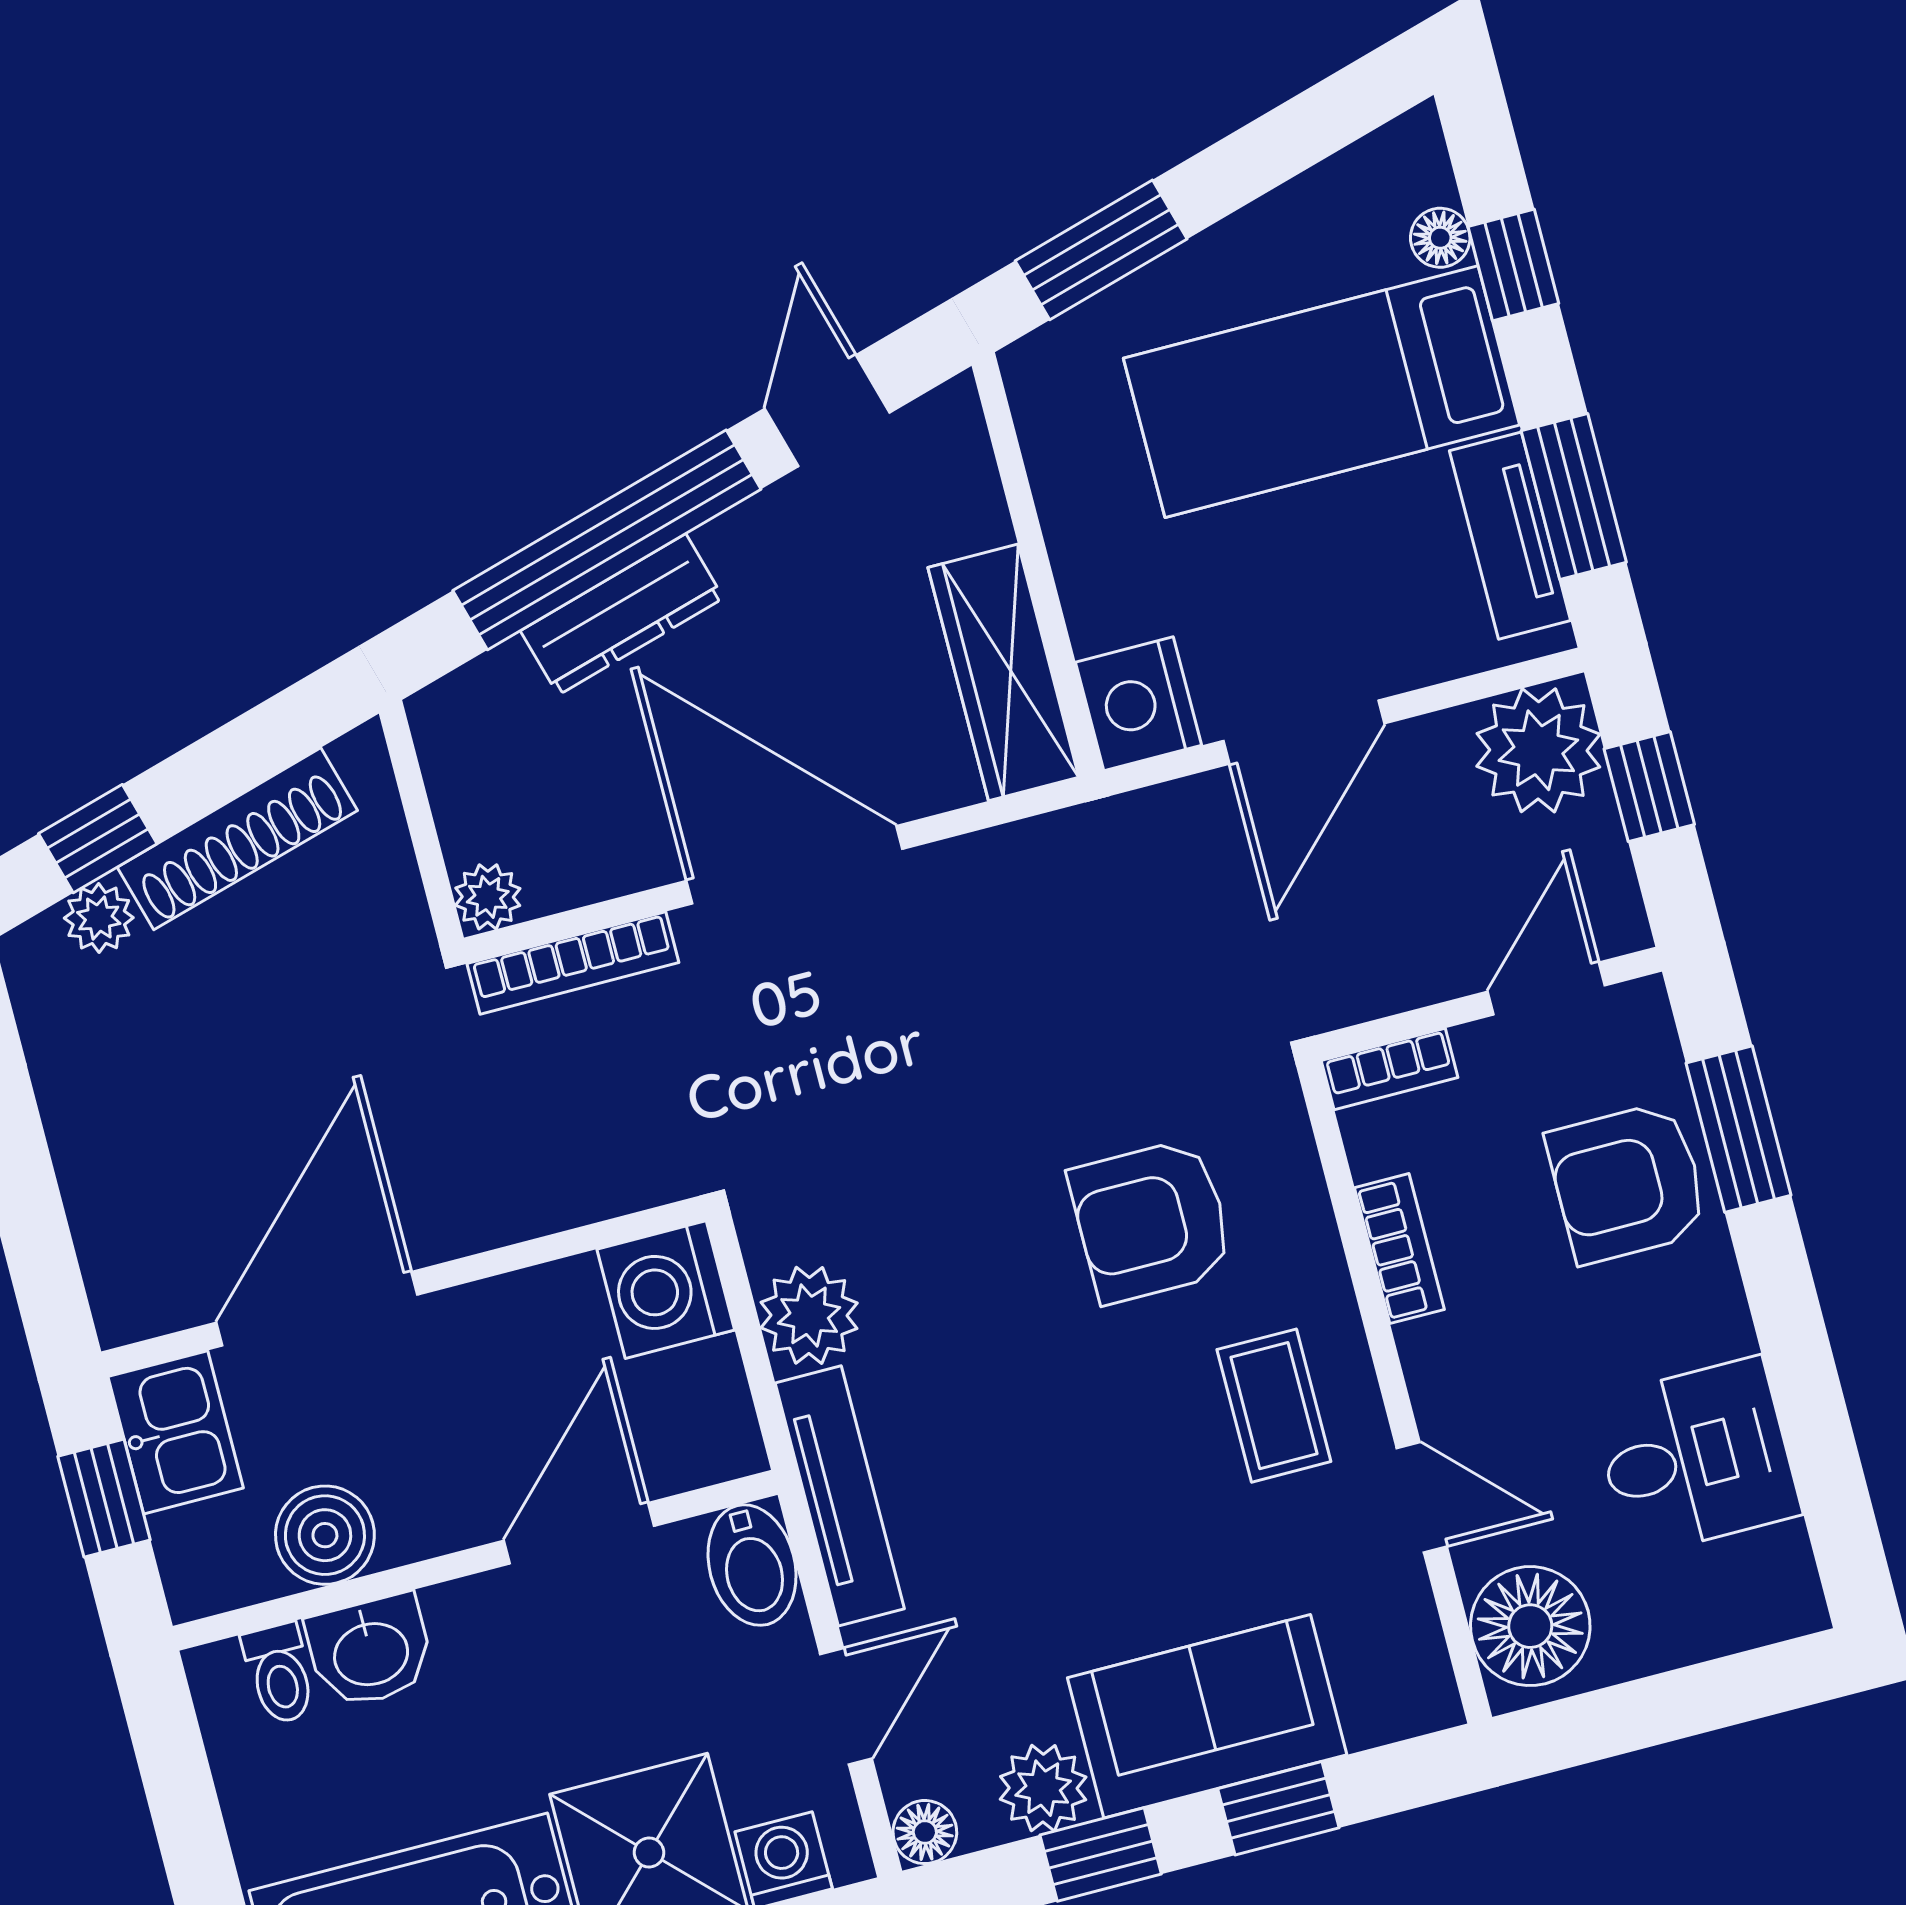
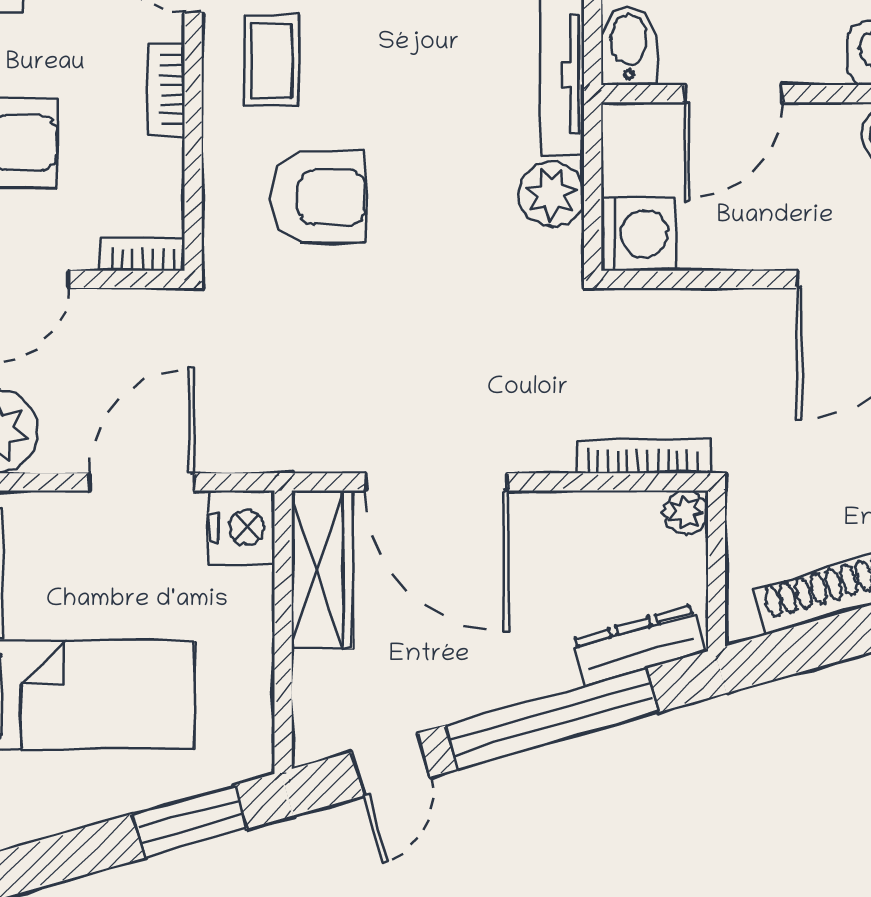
dresser: (622, 614) -> (639, 645), moved
door: (794, 865) -> (436, 482), moved
bookcase: (1399, 1249) -> (166, 90), moved

